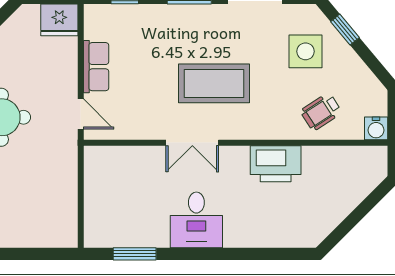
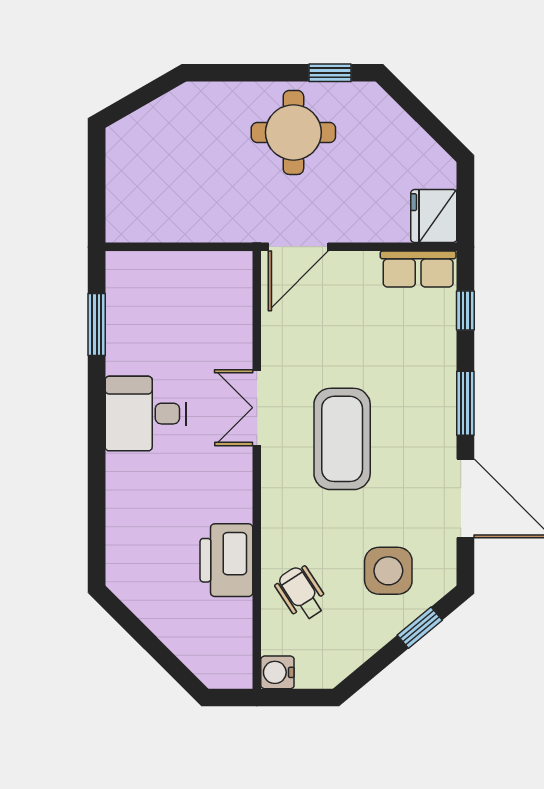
row of seats: (96, 67) -> (418, 269), moved
door: (81, 114) -> (298, 247), width x1.38
printer: (276, 164) -> (226, 560), moved

